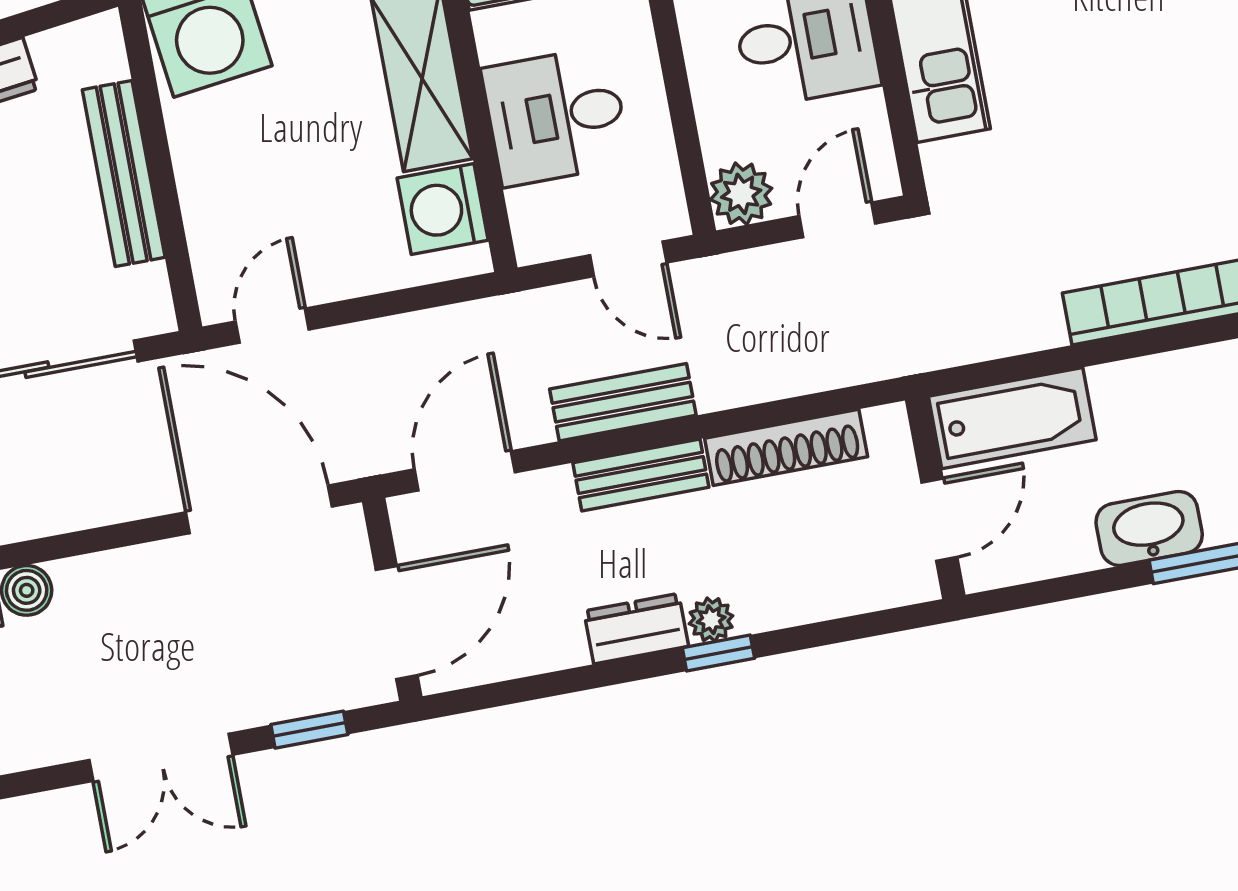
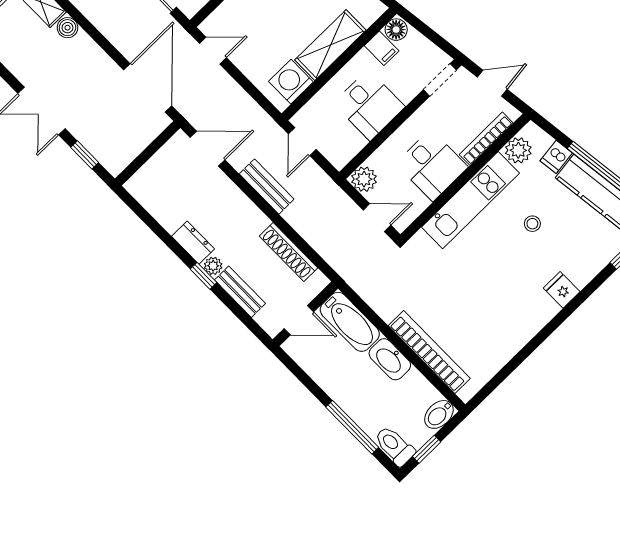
desk: (556, 116) -> (369, 105), moved, turned 180
door: (628, 259) -> (302, 142), moved
bench: (641, 475) -> (240, 292), moved
washbasin: (1149, 528) -> (390, 359), moved, turned 180
door: (397, 622) -> (141, 160), removed

